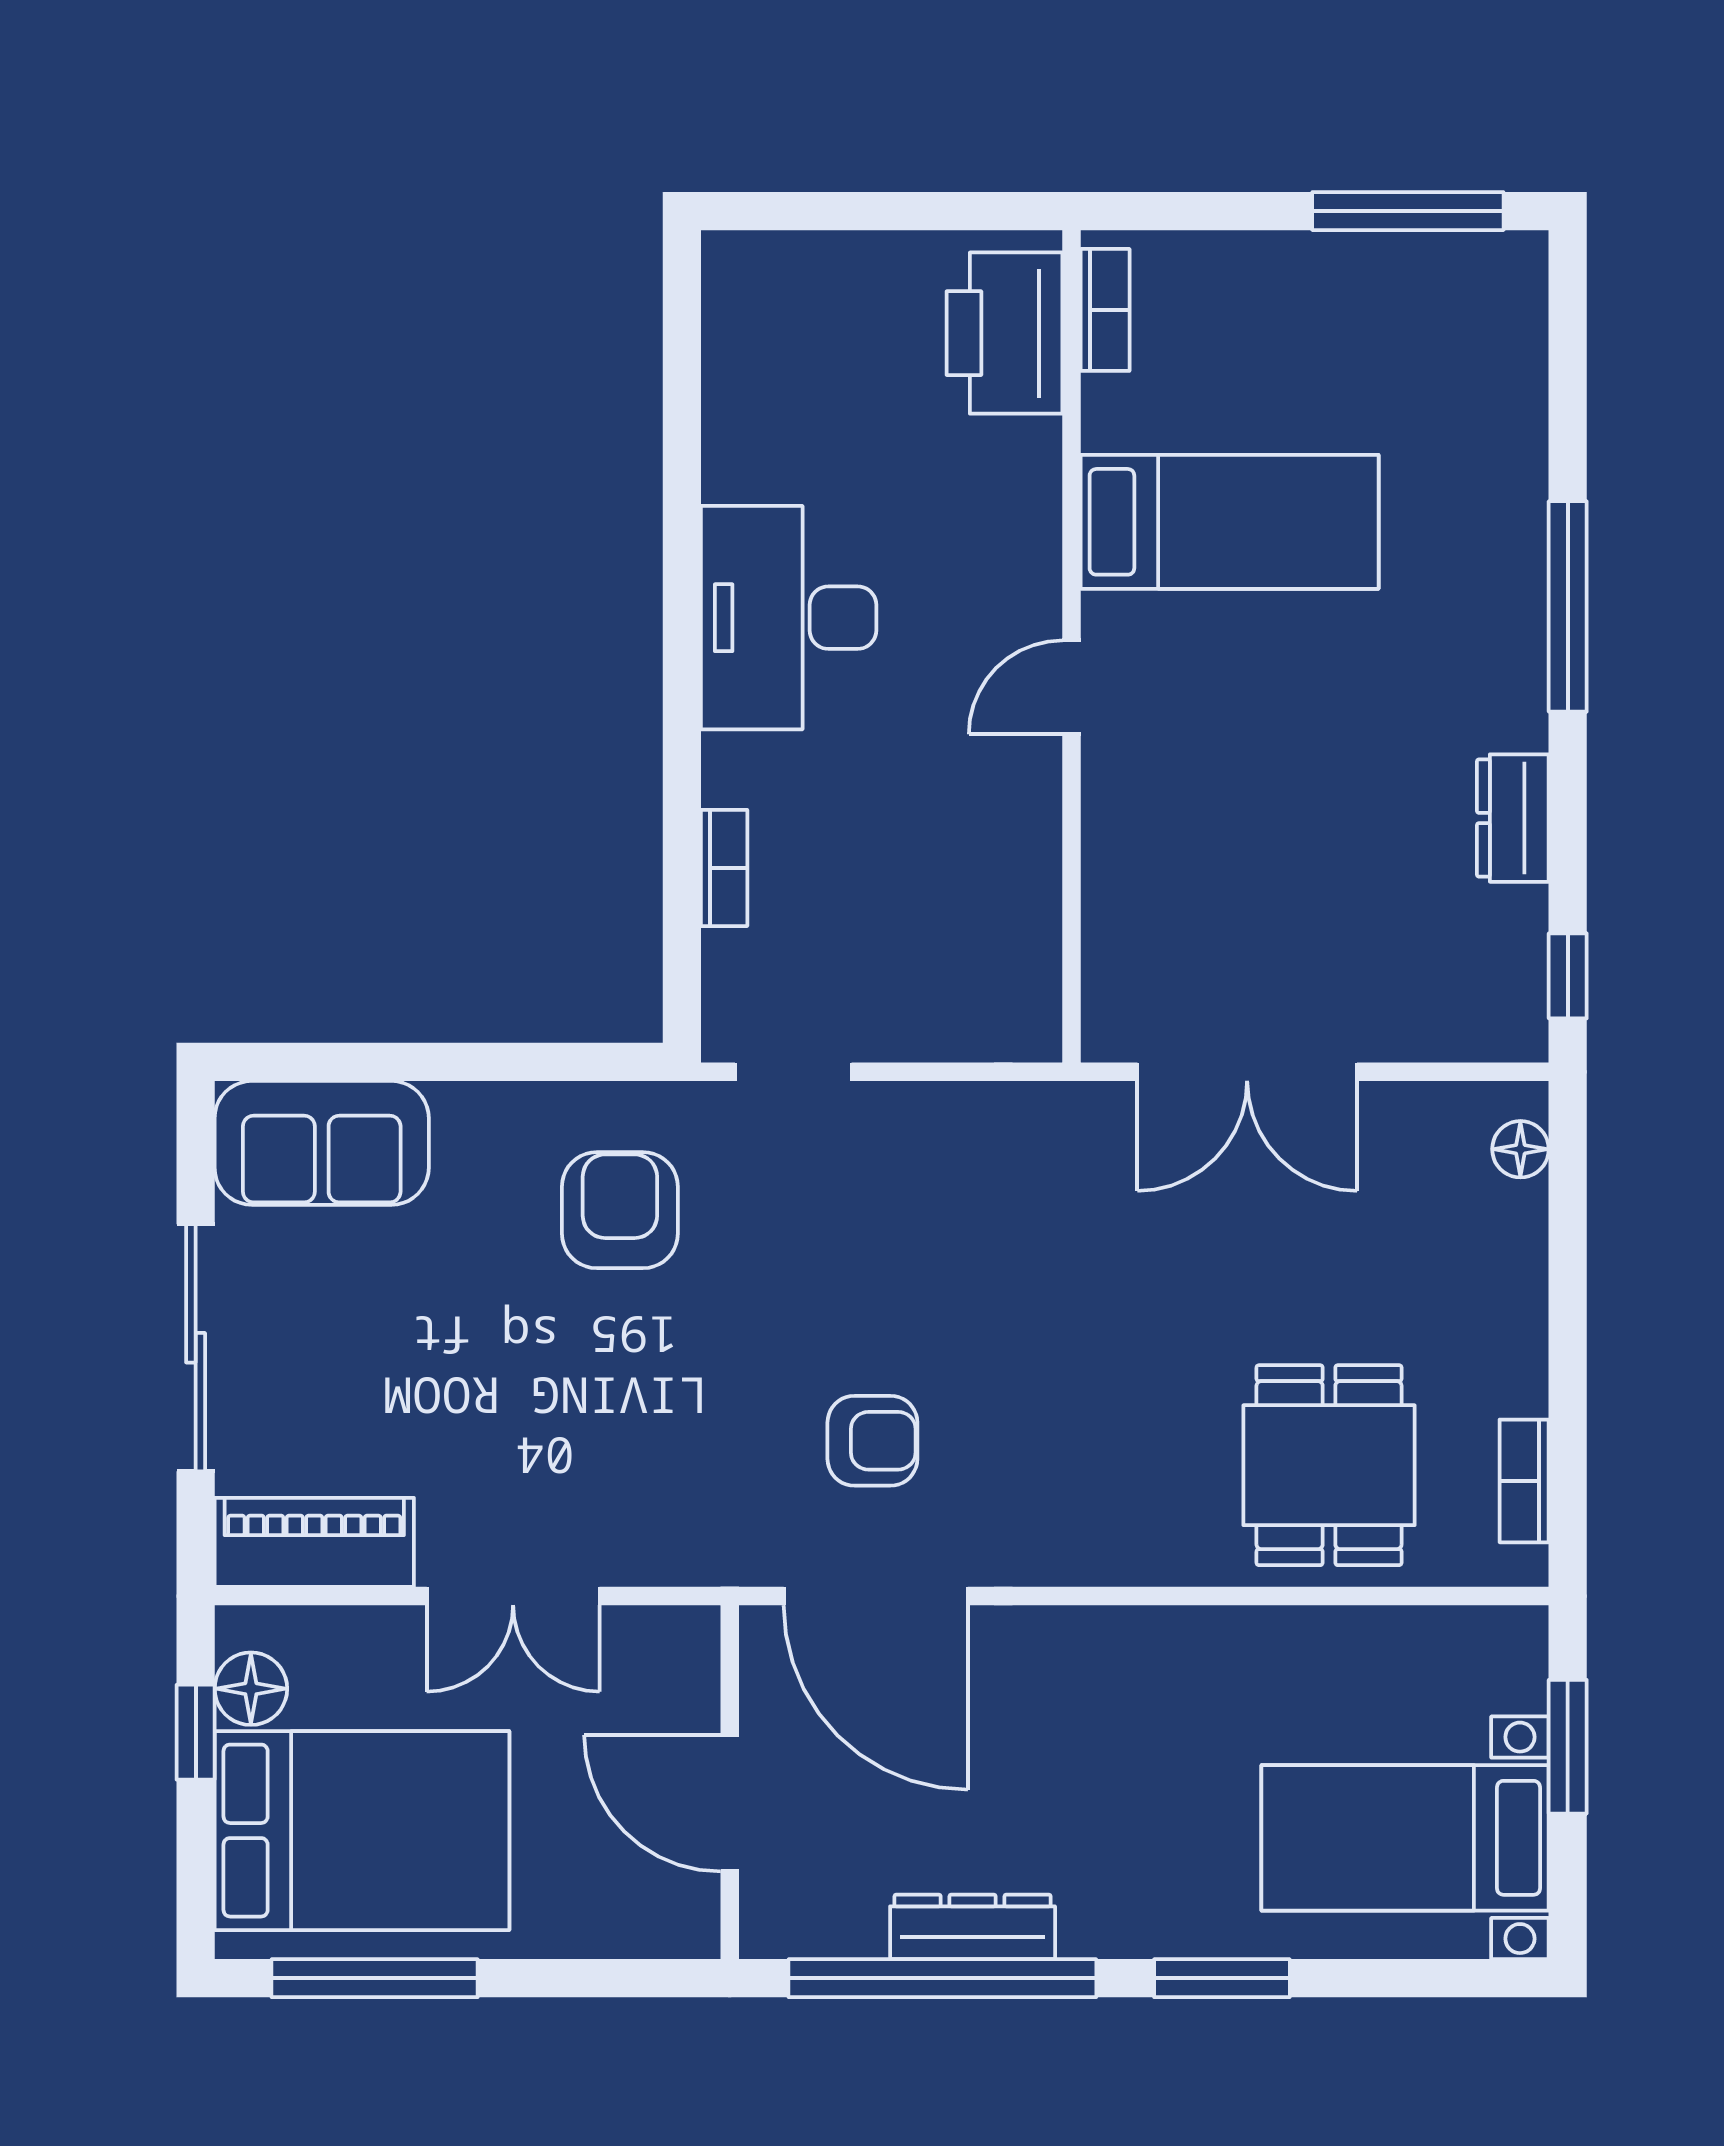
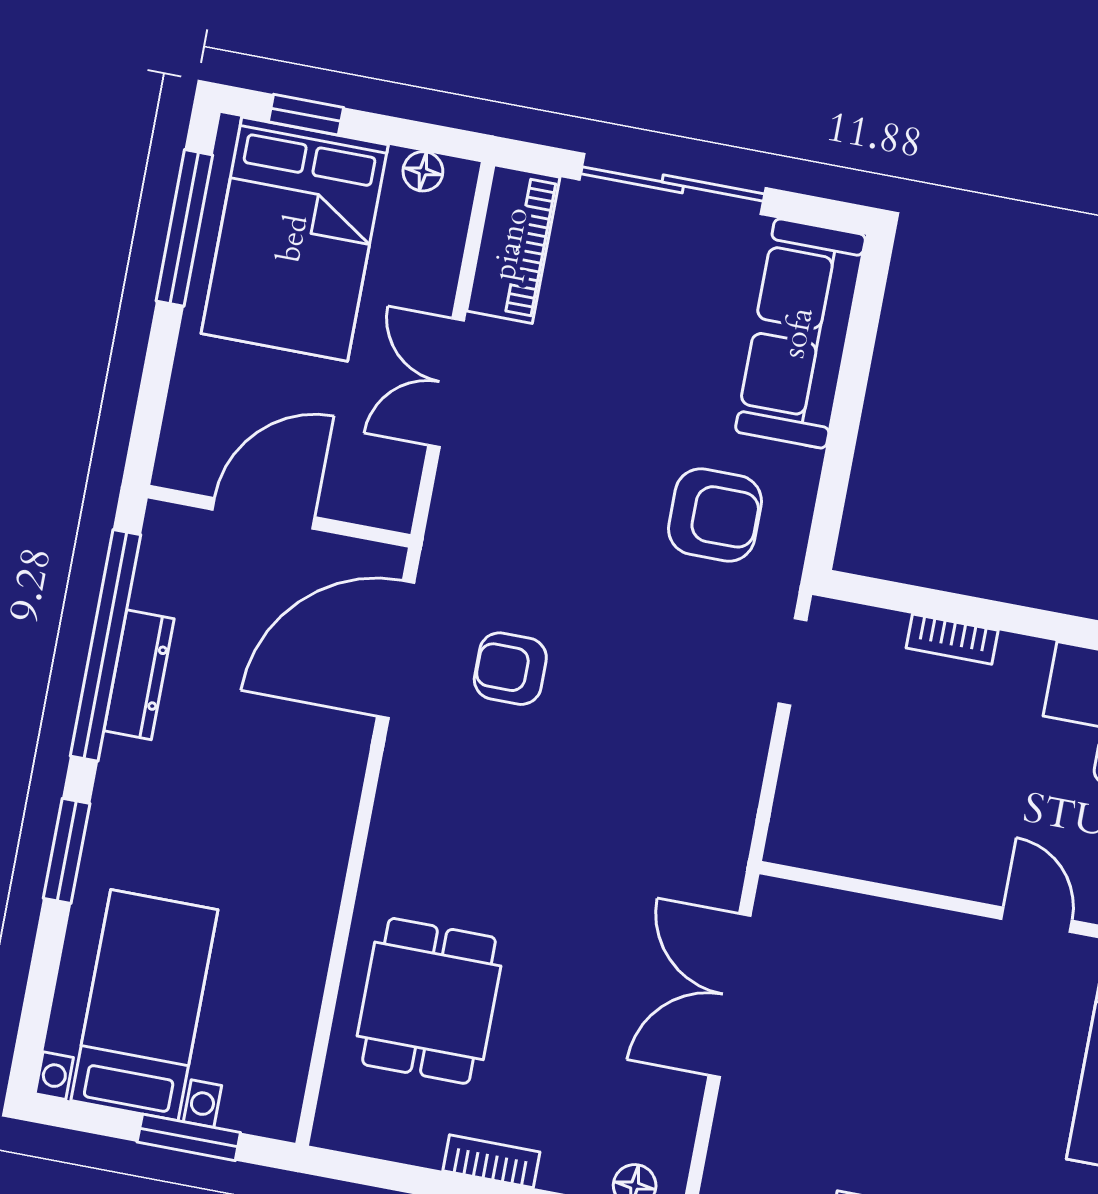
sofa: (322, 1143) -> (800, 333), width x1.36
armchair: (872, 1441) -> (510, 669), turned 90
dining table: (1329, 1465) -> (429, 1001), turned 90
bookcase: (1524, 1481) -> (491, 1161), moved
floor lamp: (251, 1689) -> (423, 171), width x0.73, depth x0.73
window: (196, 1732) -> (306, 115), moved

